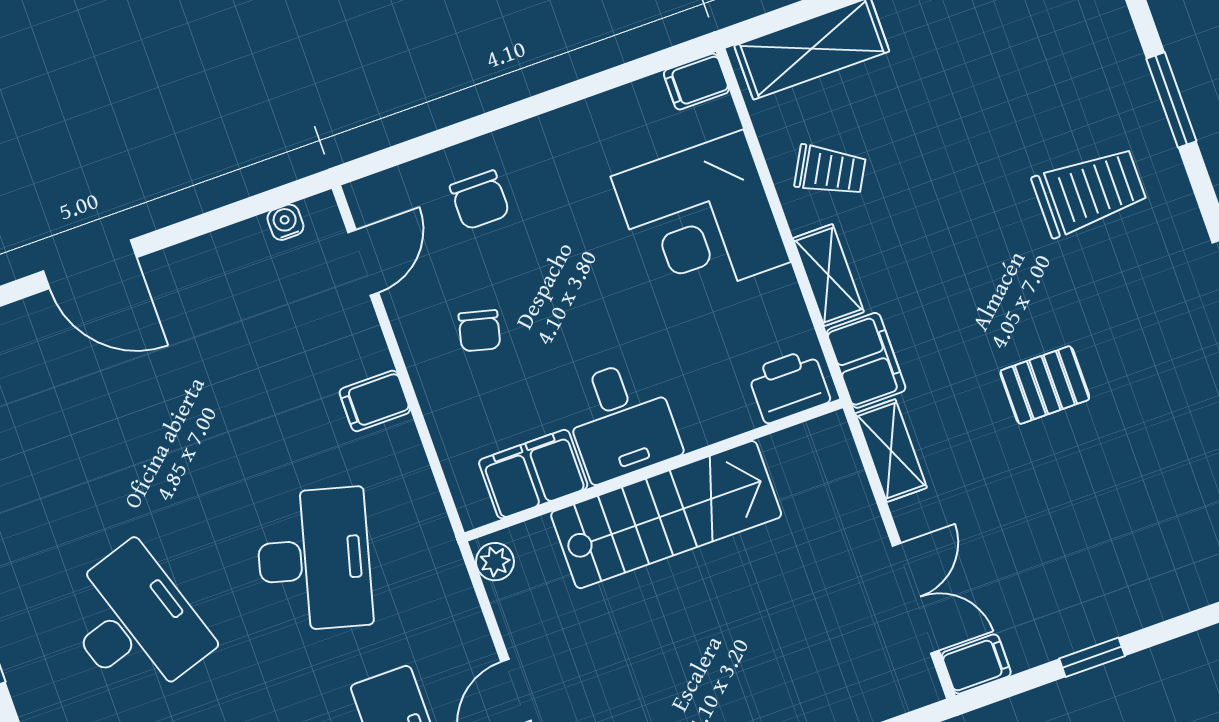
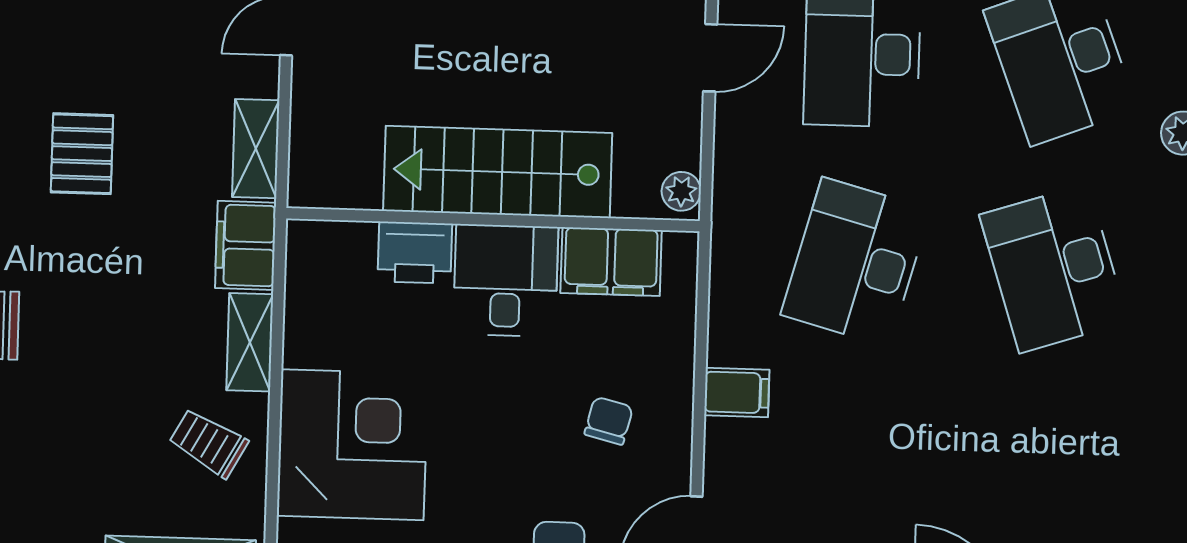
pallet: (1045, 385) -> (82, 154), turned 90
printer: (789, 386) -> (415, 253), moved

